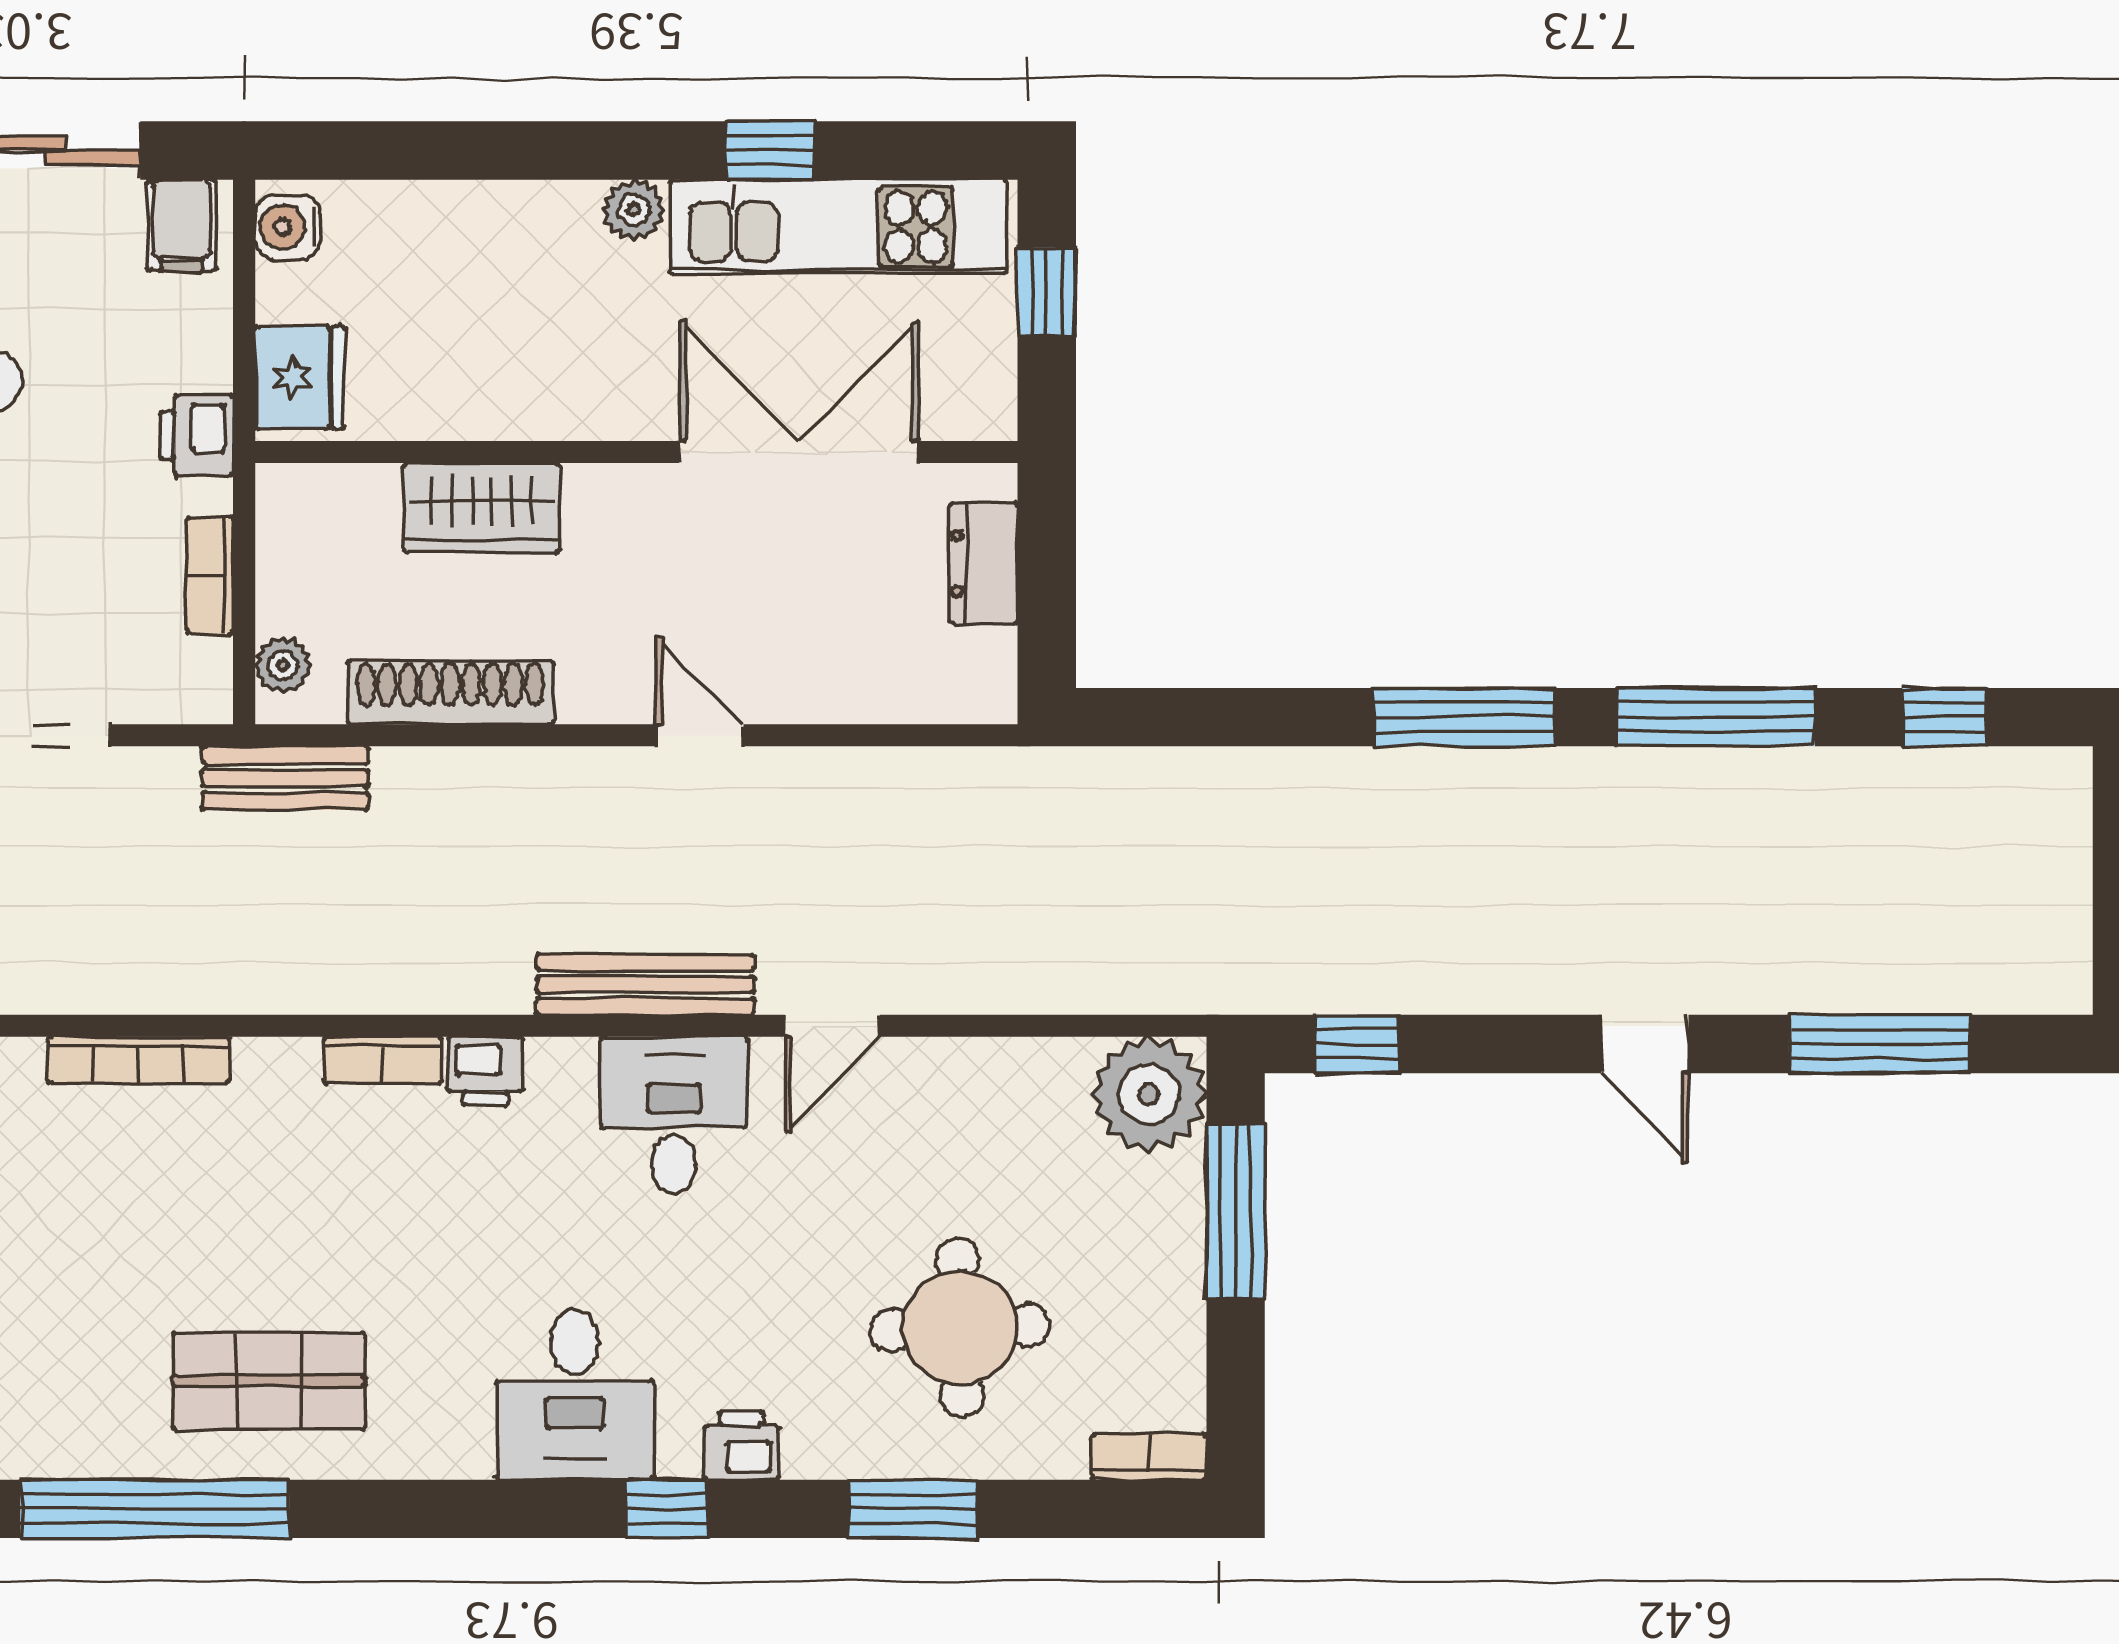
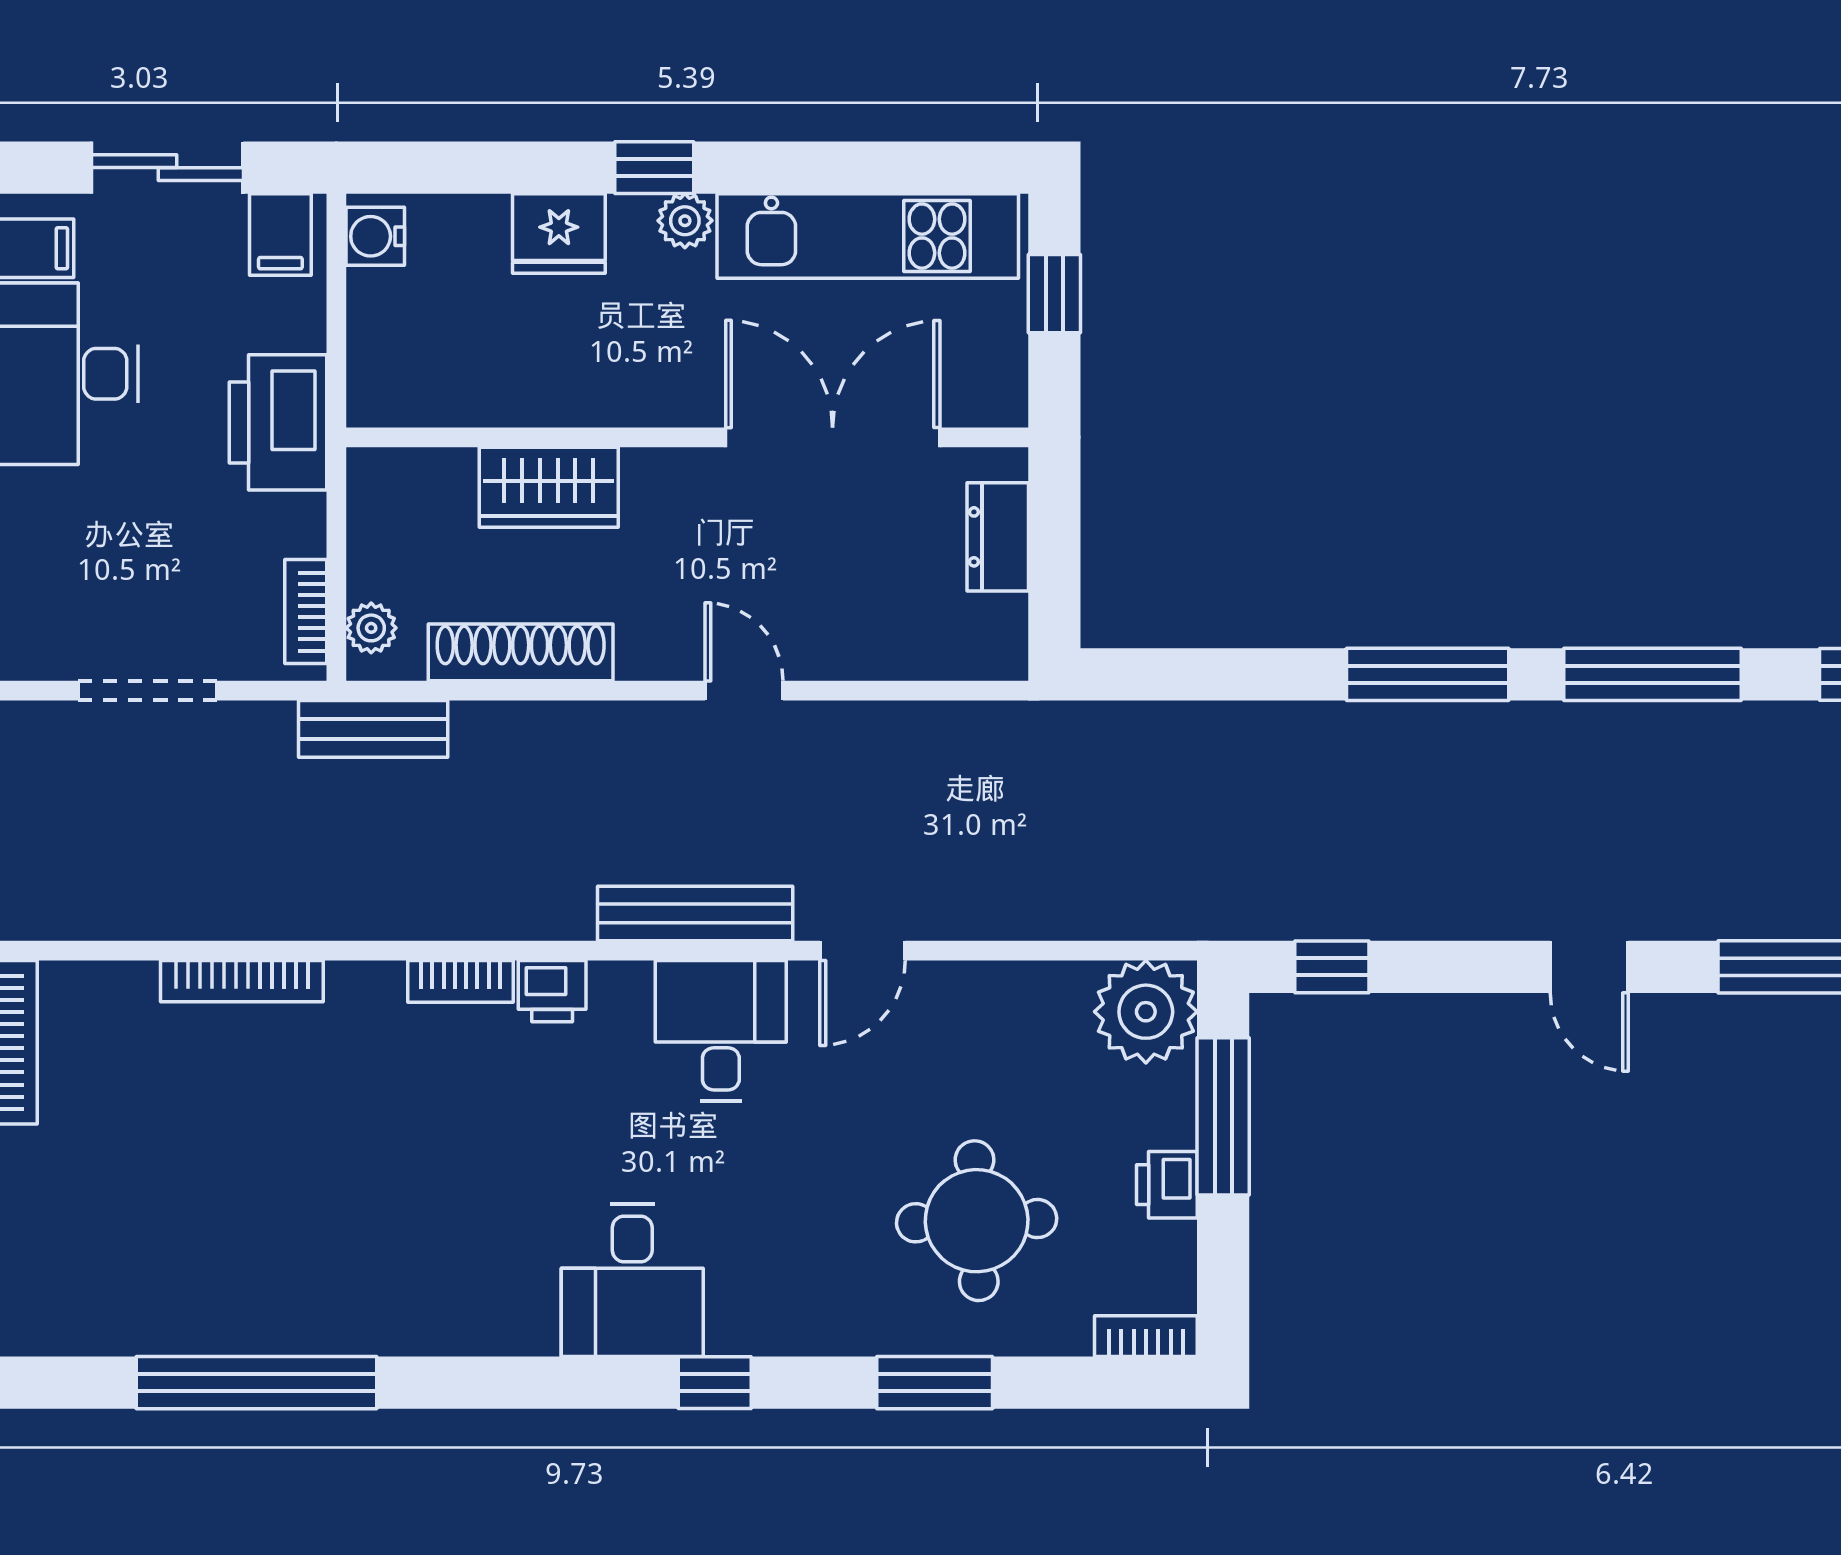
window: (770, 150) -> (654, 168), moved
fridge: (300, 377) -> (559, 234), moved, turned 90
printer: (196, 435) -> (278, 422), width x1.87, depth x1.48
bookcase: (210, 575) -> (306, 612), moved
shop shelf: (269, 1381) -> (358, 1268), removed
printer: (742, 1446) -> (1167, 1185), moved, turned -90

